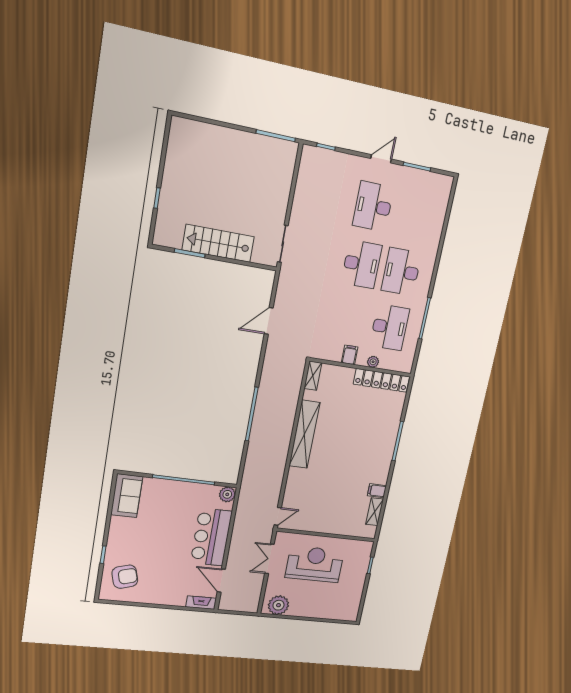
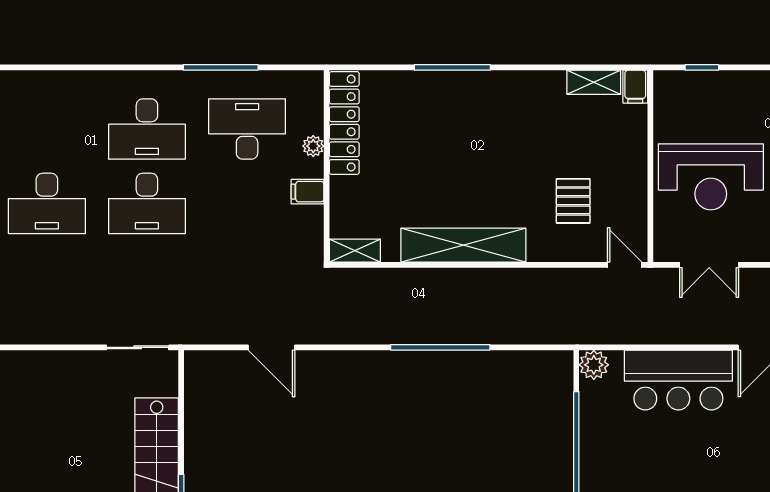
desk: (361, 264) -> (147, 203), turned 180
filing cabinet: (377, 491) -> (635, 87), moved
pallet: (316, 494) -> (573, 201), added
reception desk: (315, 564) -> (711, 177), turned -90

